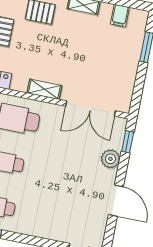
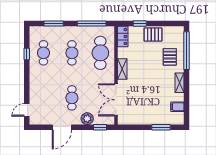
cafe table: (74, 176) -> (72, 98), added

